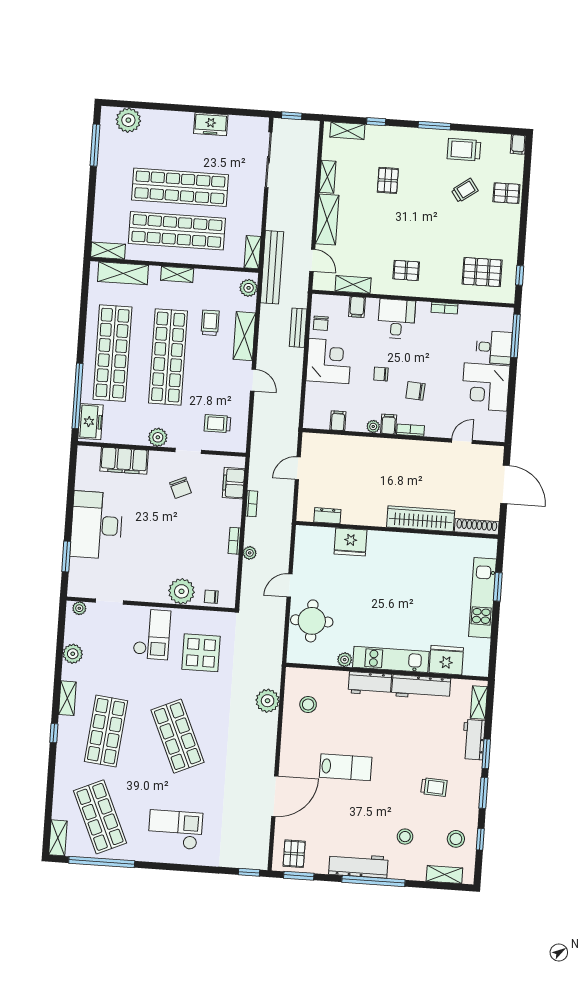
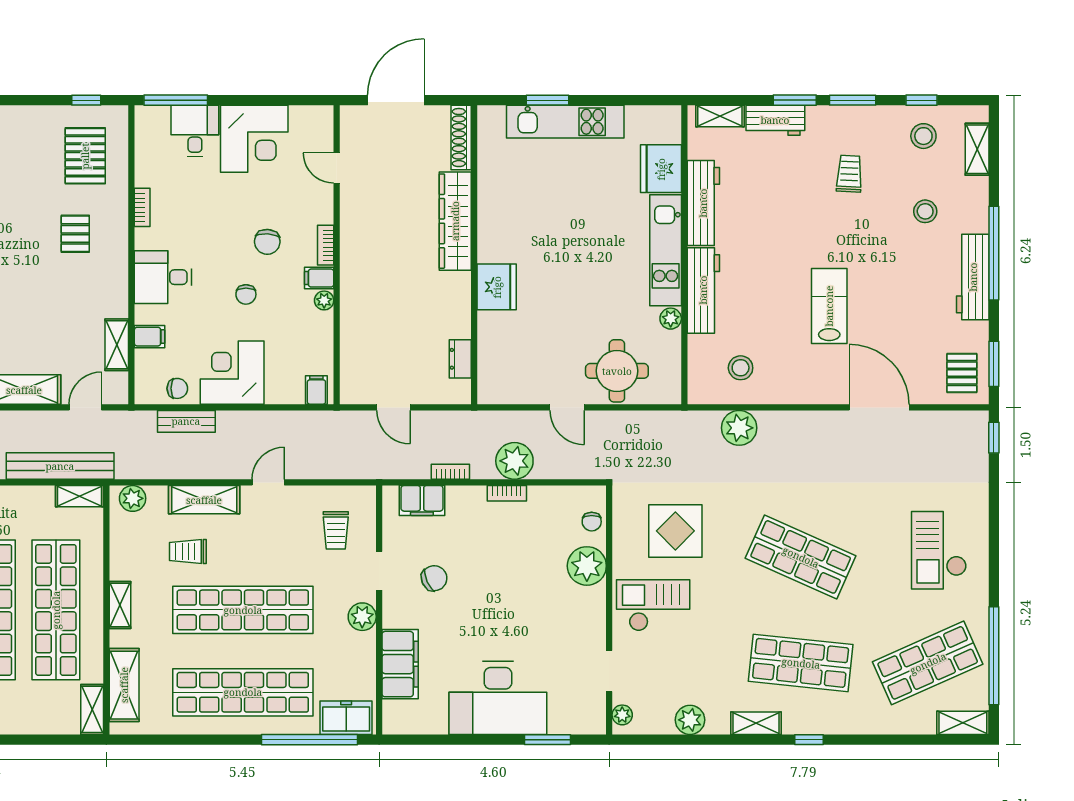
bench: (272, 267) -> (60, 466), moved
pallet: (406, 270) -> (75, 234), moved
filing cabinet: (338, 421) -> (316, 390), moved, turned 90
fridge: (351, 542) -> (497, 287), moved
plant: (250, 553) -> (514, 461), width x1.88, depth x1.88
workbench: (370, 684) -> (703, 290), width x1.38
shop shelf: (177, 736) -> (801, 557), turned 48
pallet: (294, 854) -> (962, 373), turned 90

